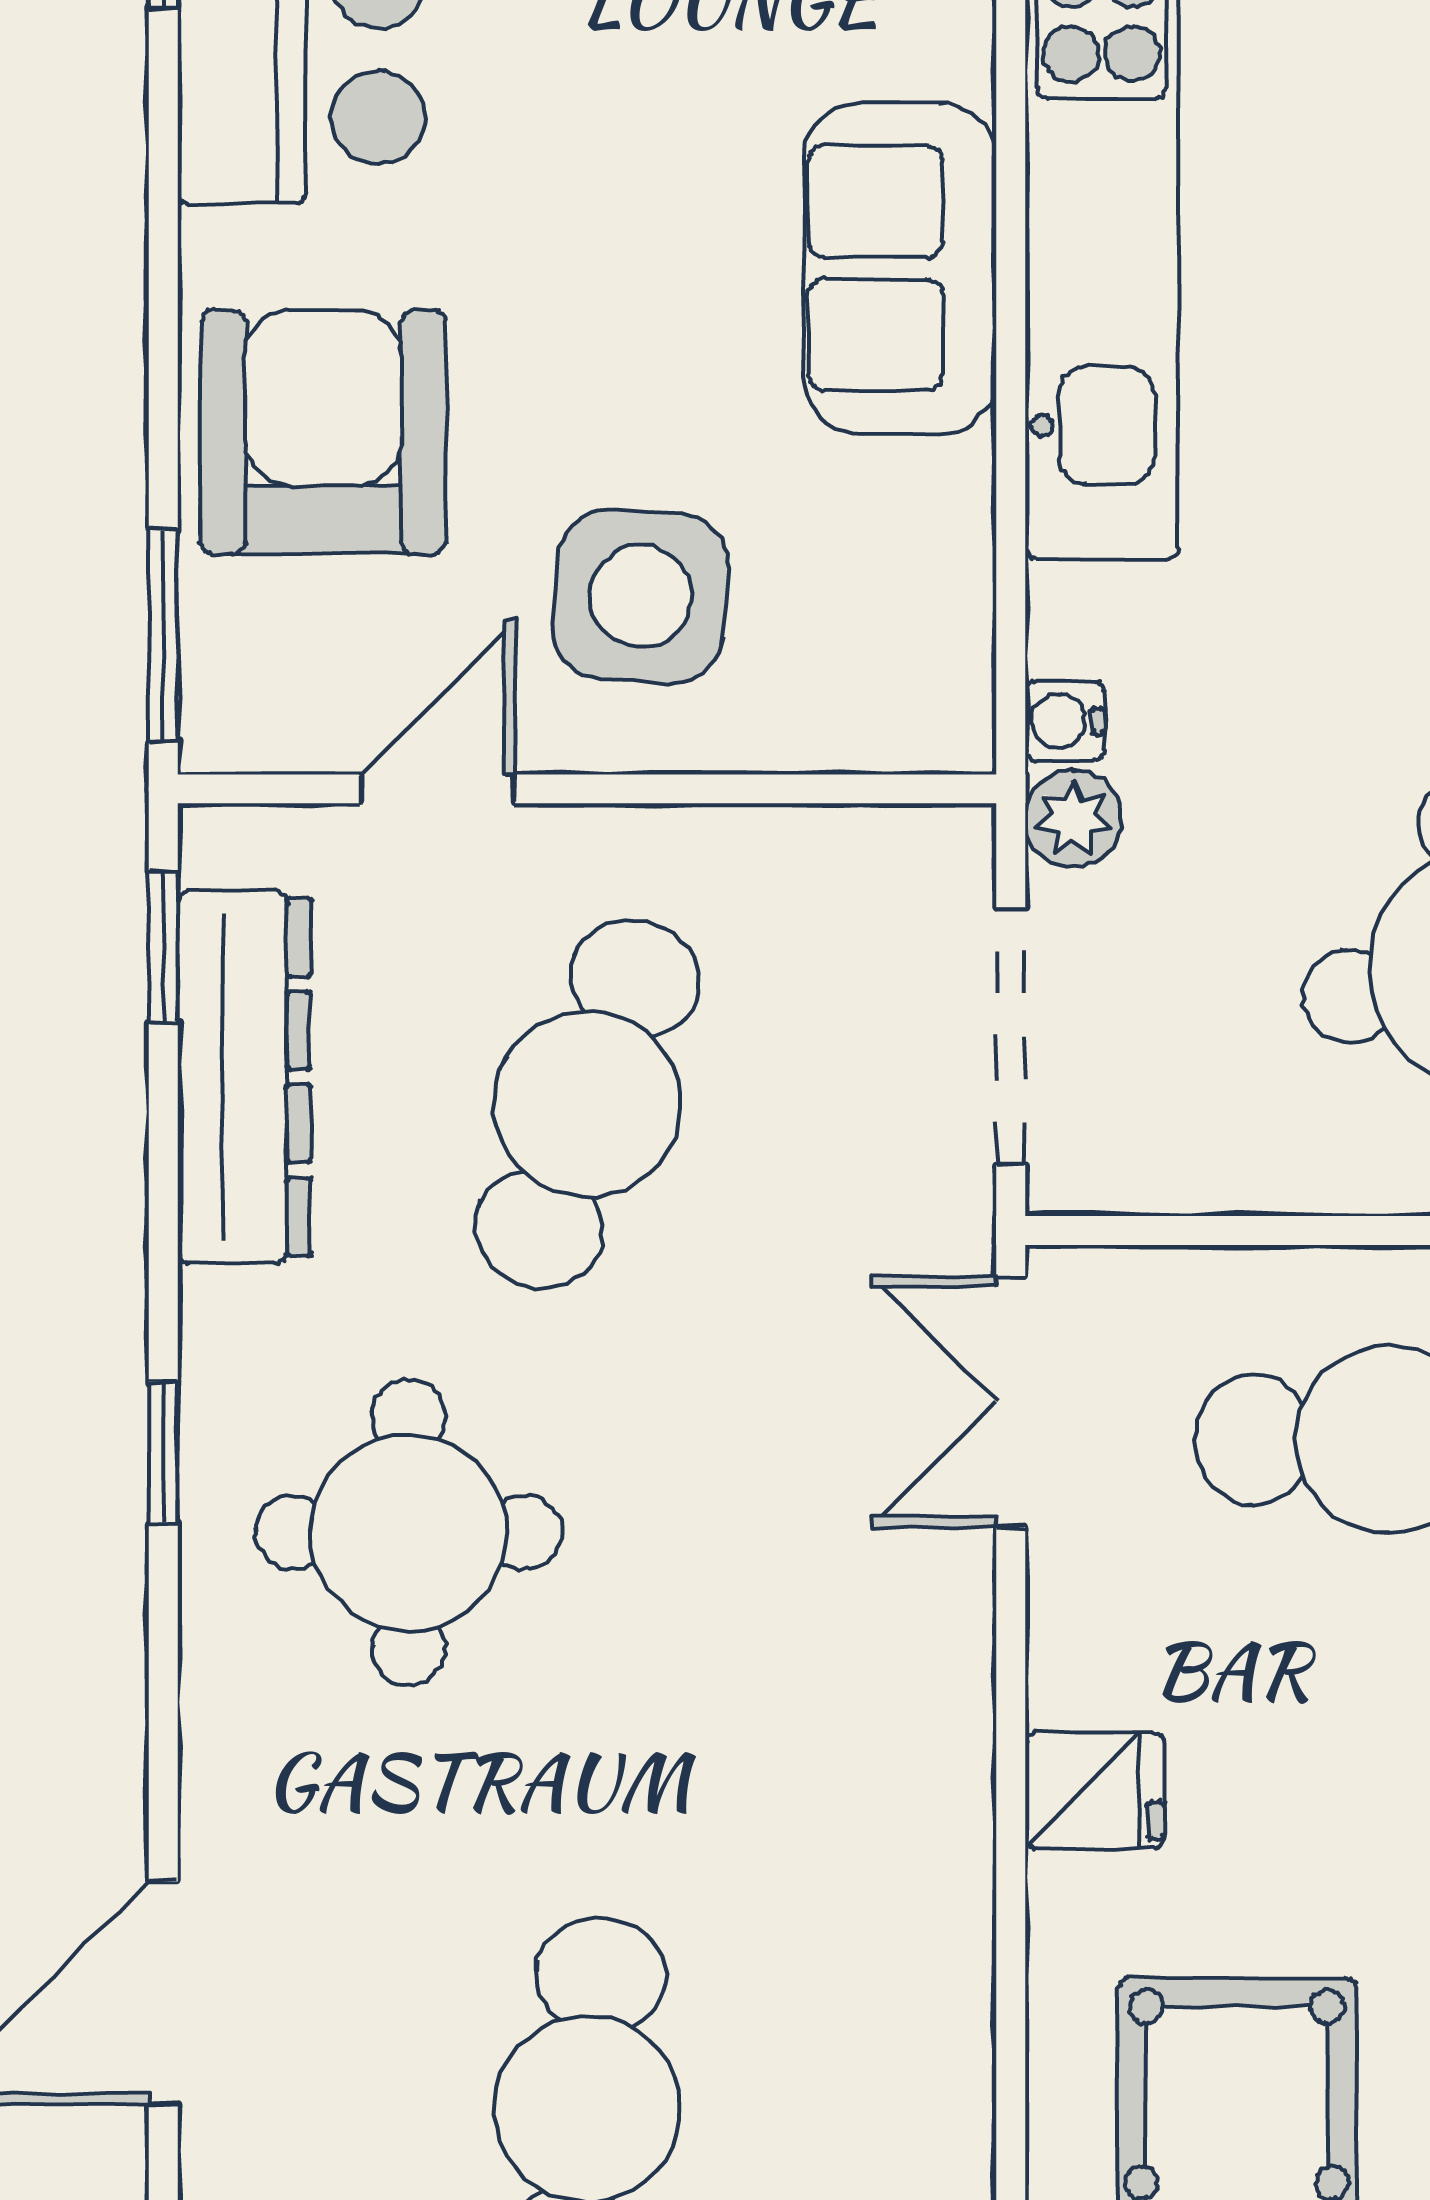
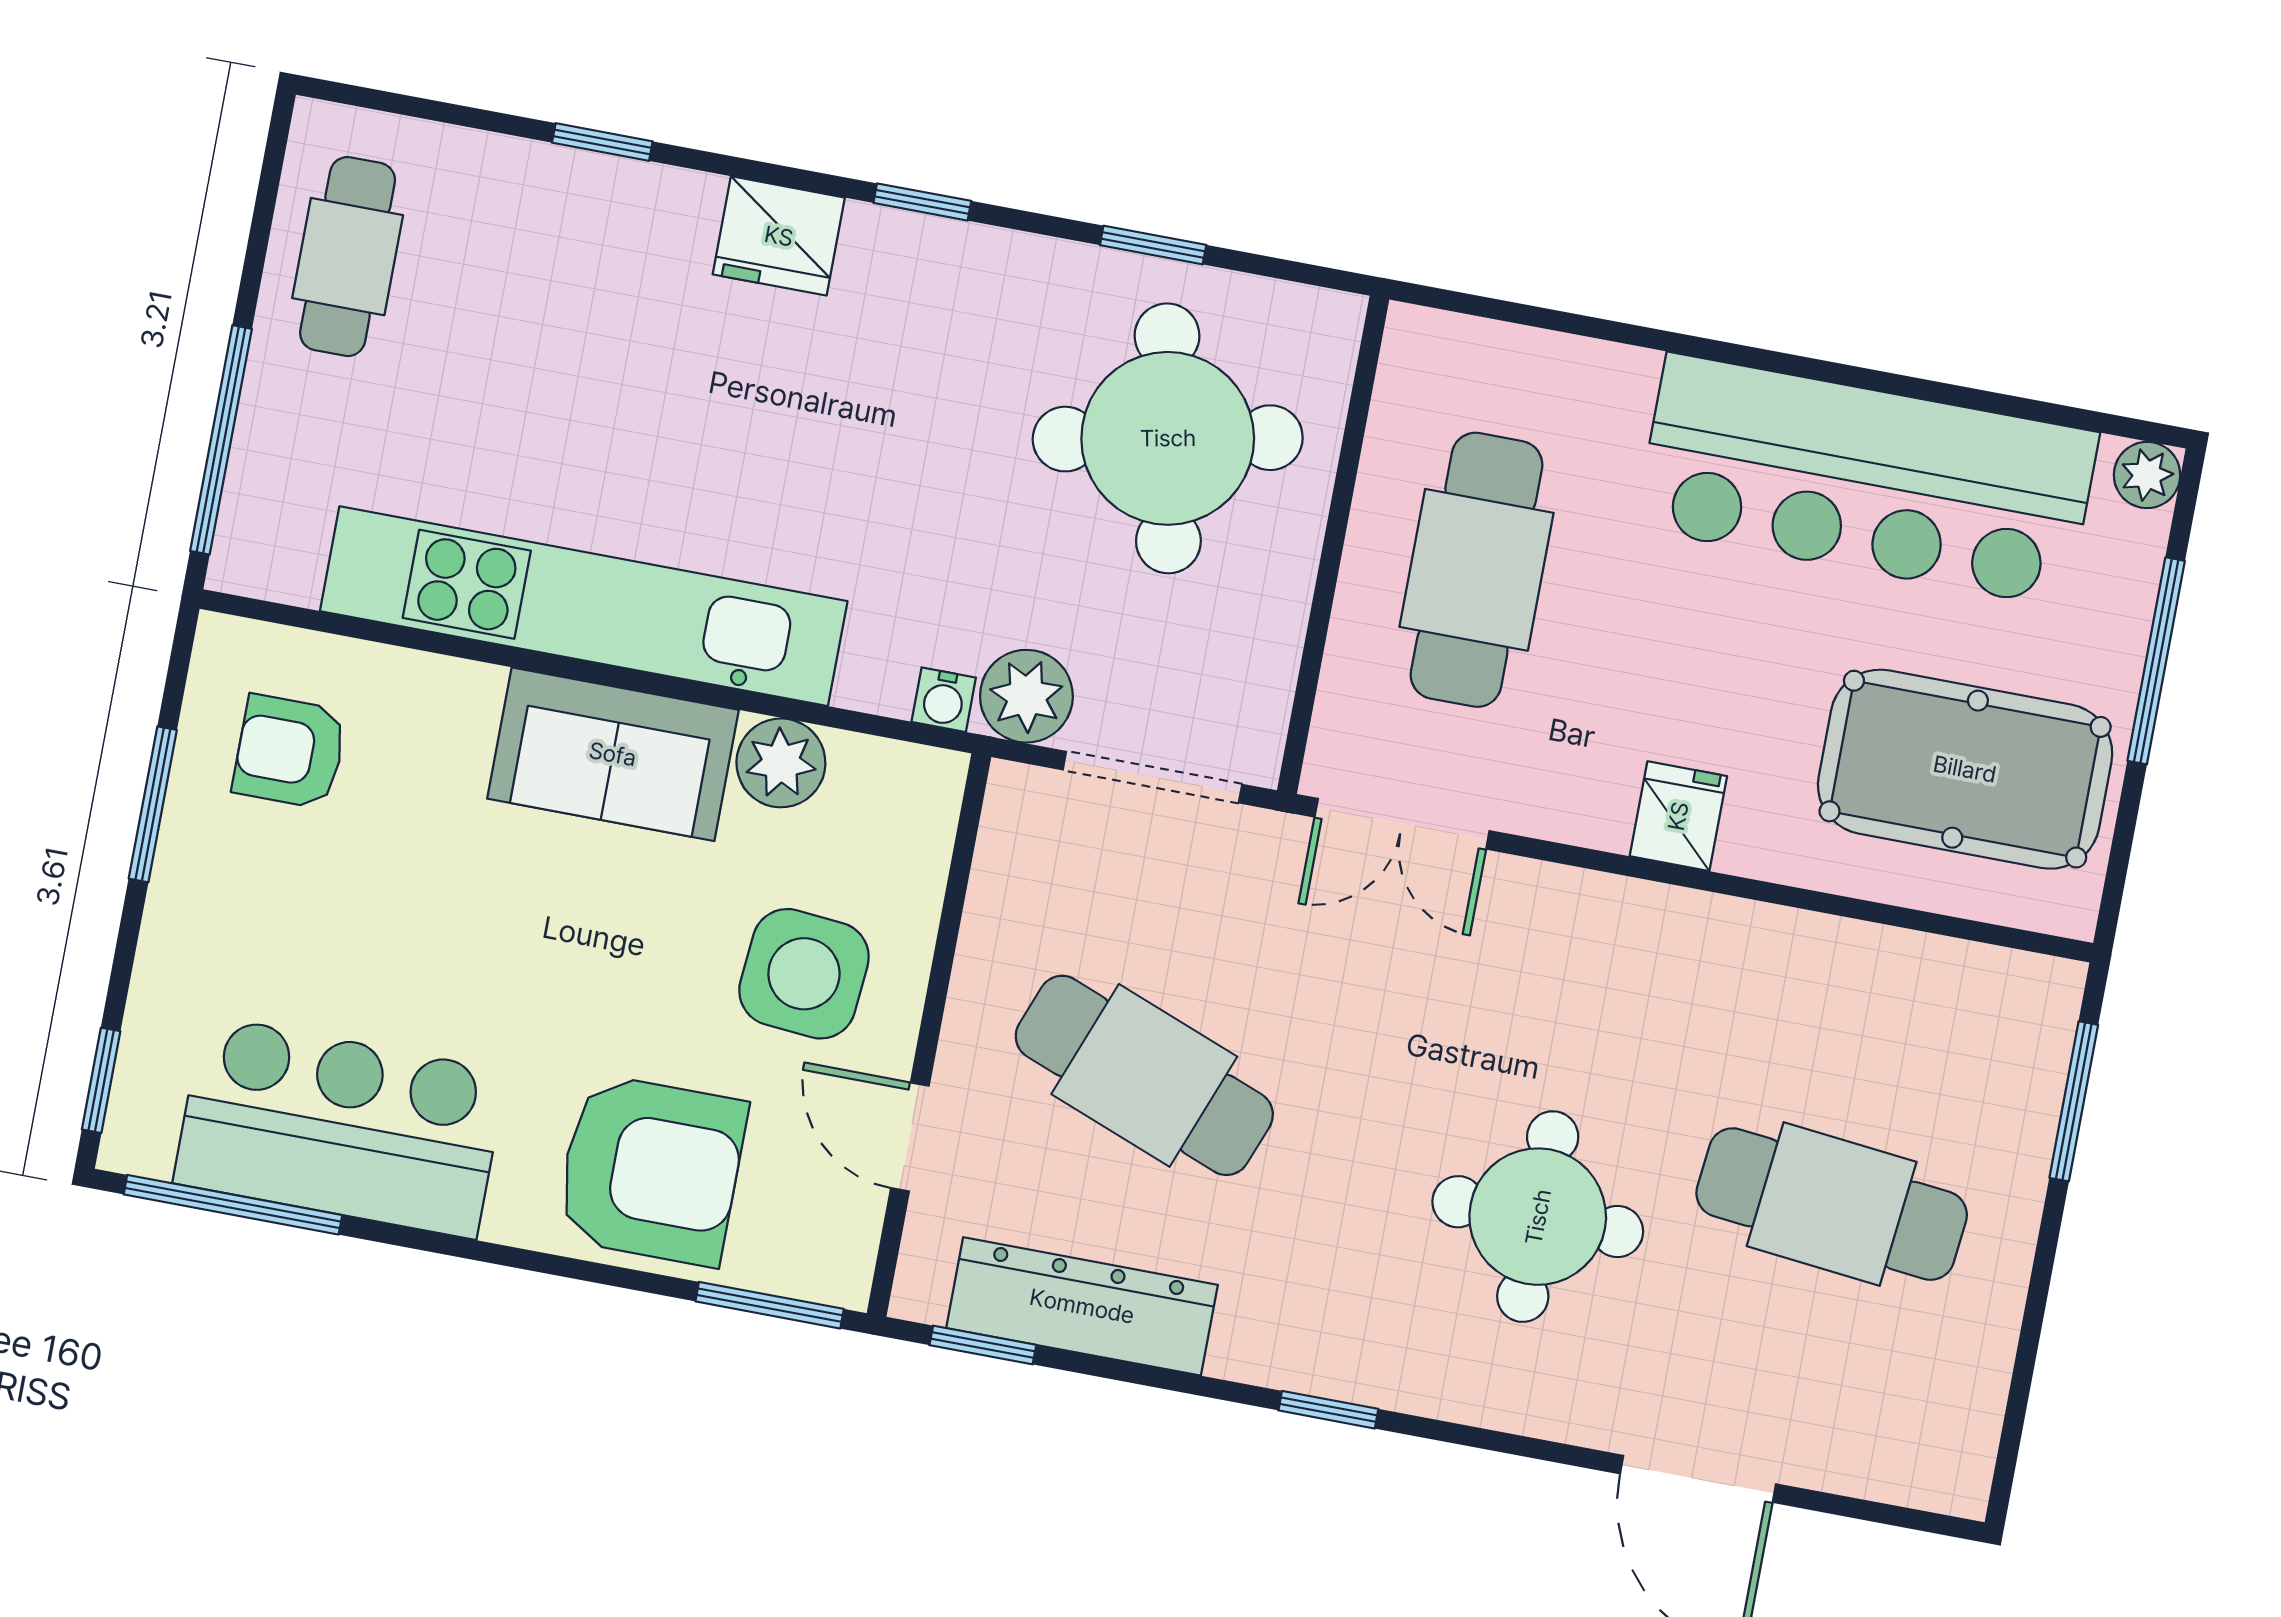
armchair: (323, 432) -> (651, 1170), turned 180
plant: (933, 508) -> (781, 763), added
plant: (1074, 819) -> (1026, 696), width x1.38, depth x1.38
round table: (408, 1532) -> (1538, 1217), moved

